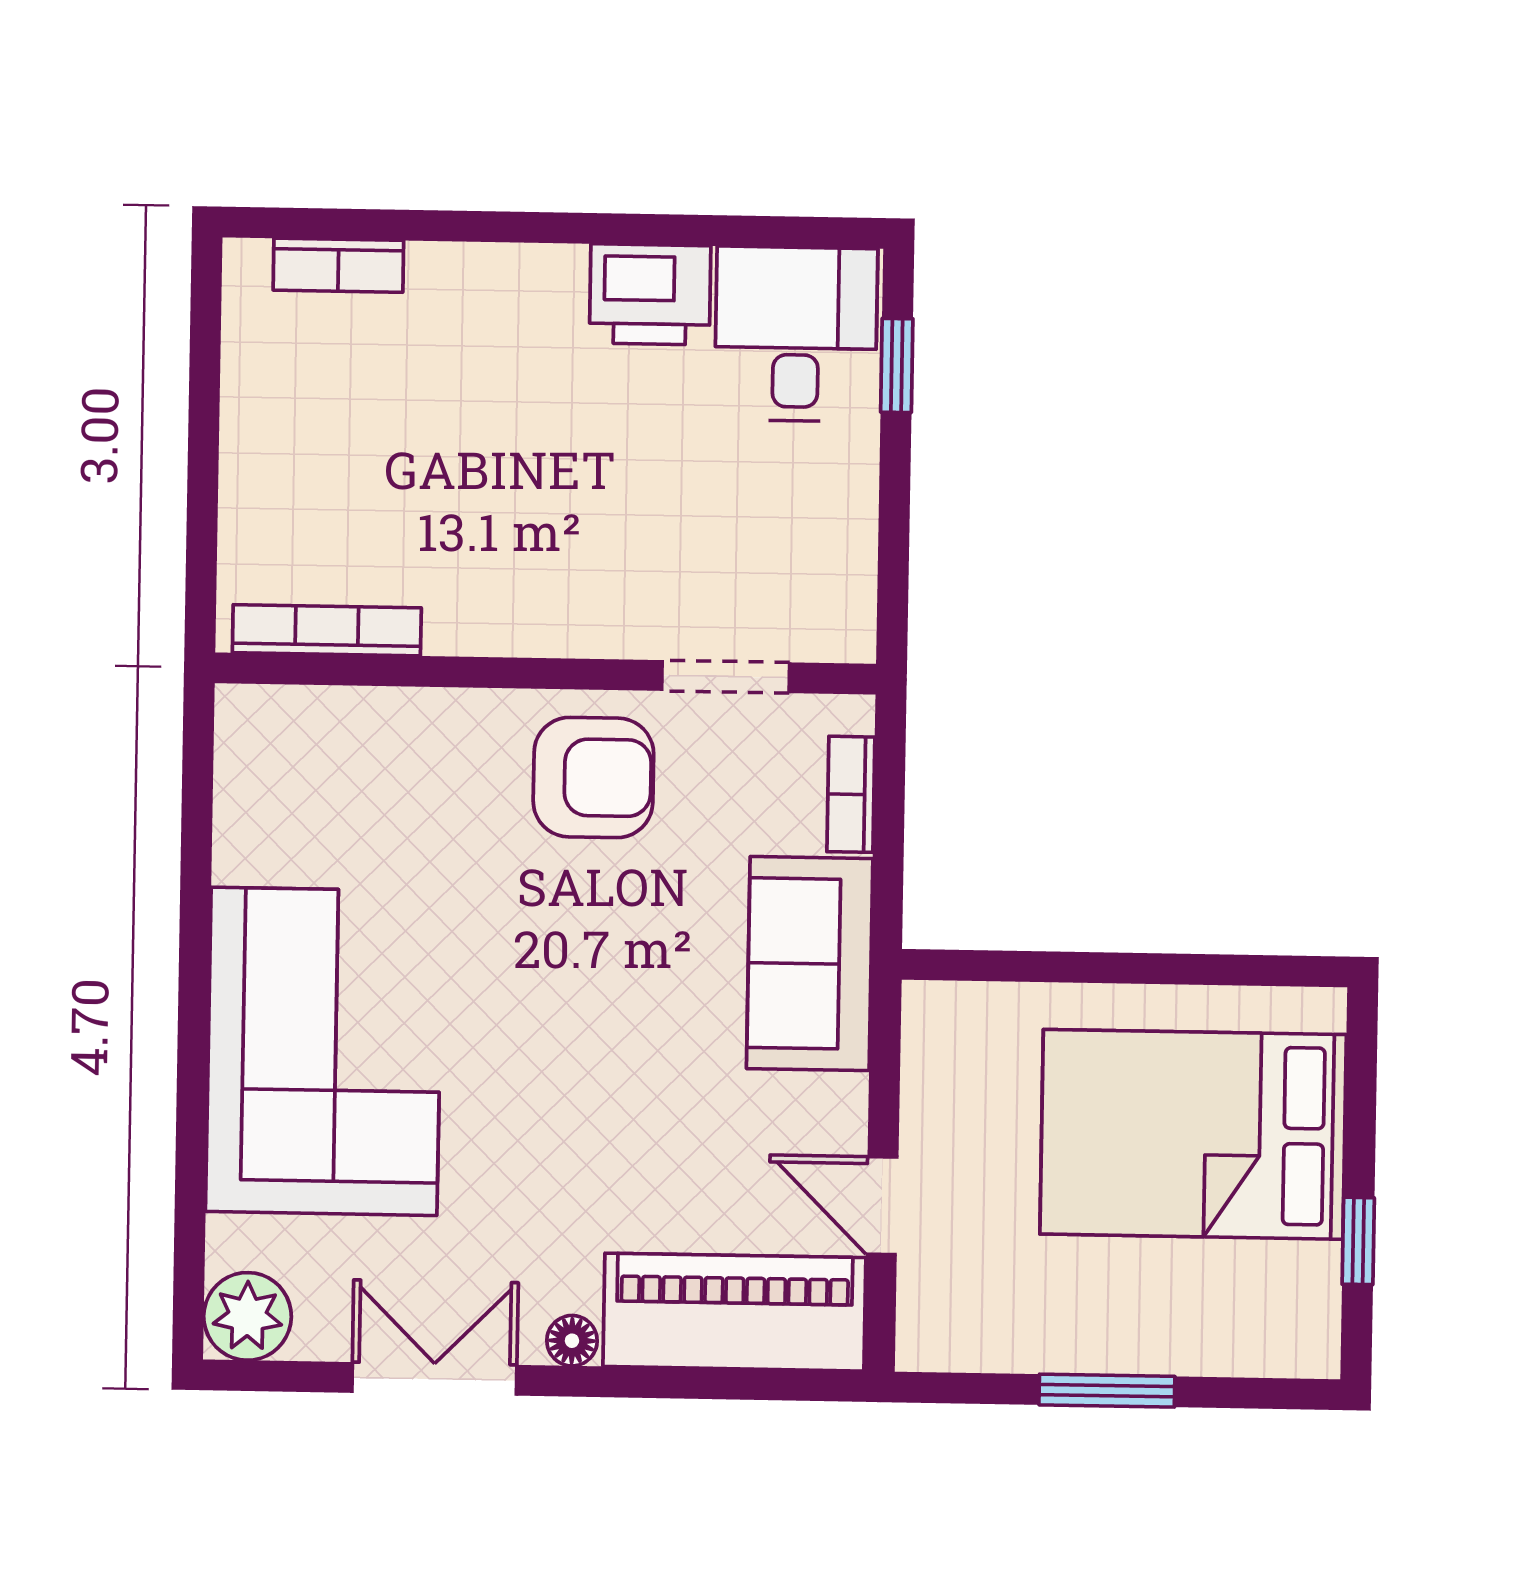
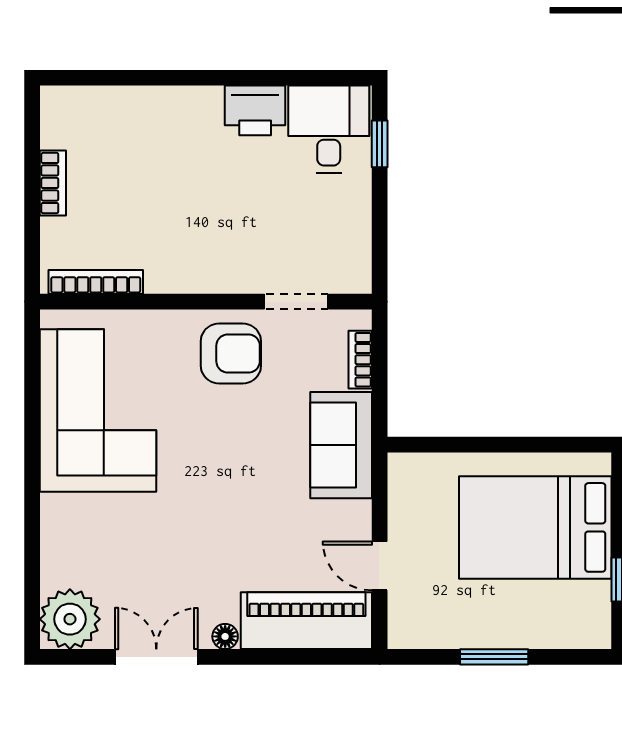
bookcase: (338, 265) -> (53, 183), moved, turned -90
corner sofa: (324, 1051) -> (98, 411), moved
plant: (247, 1316) -> (70, 619), width x1.36, depth x1.36

